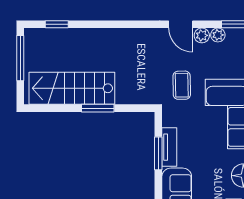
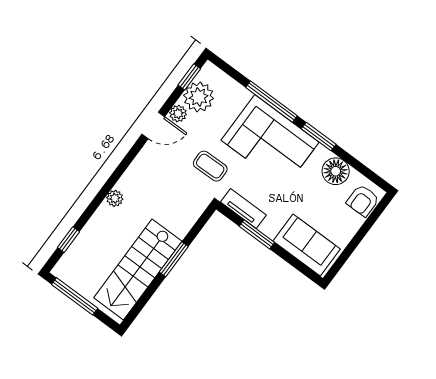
plant: (110, 35) -> (115, 198), added
plant: (218, 35) -> (199, 97), width x1.88, depth x1.88
tv unit: (169, 147) -> (243, 209), moved

